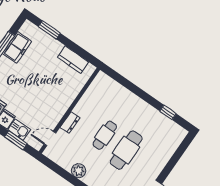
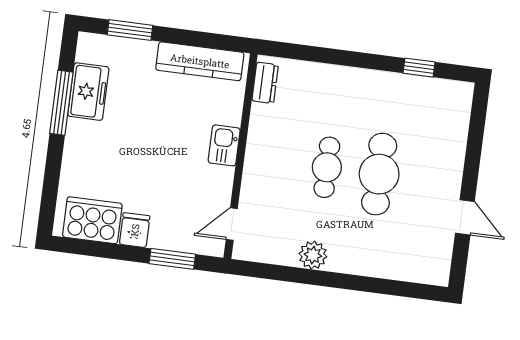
kitchen counter: (73, 60) -> (200, 61), width x1.50
dresser: (70, 123) -> (265, 83), moved
kitchen sink: (19, 130) -> (224, 145), moved, turned -90

